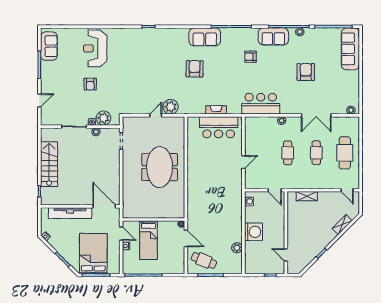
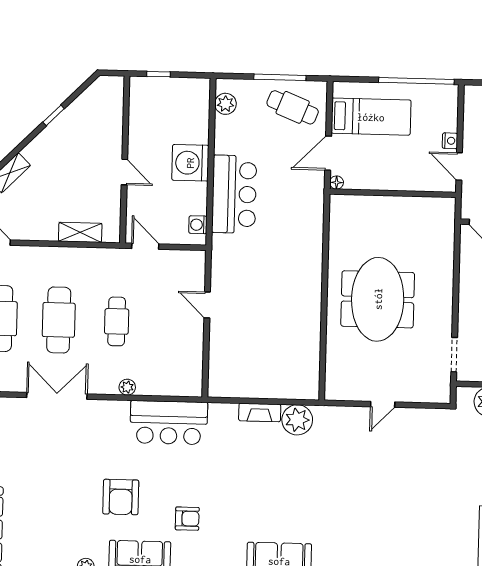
armchair: (195, 69) -> (301, 497), removed
armchair: (306, 72) -> (121, 497), moved
plant: (171, 107) -> (297, 420), moved
bar counter: (219, 127) -> (234, 194), moved, turned 90
cafe table: (316, 153) -> (59, 320), width x1.37, depth x1.35
door: (243, 162) -> (207, 305), hinge flipped
door: (186, 238) -> (328, 153), hinge flipped
bed: (149, 240) -> (371, 117), moved, turned 90
plant: (237, 248) -> (226, 104), moved
door: (286, 255) -> (124, 172), moved

